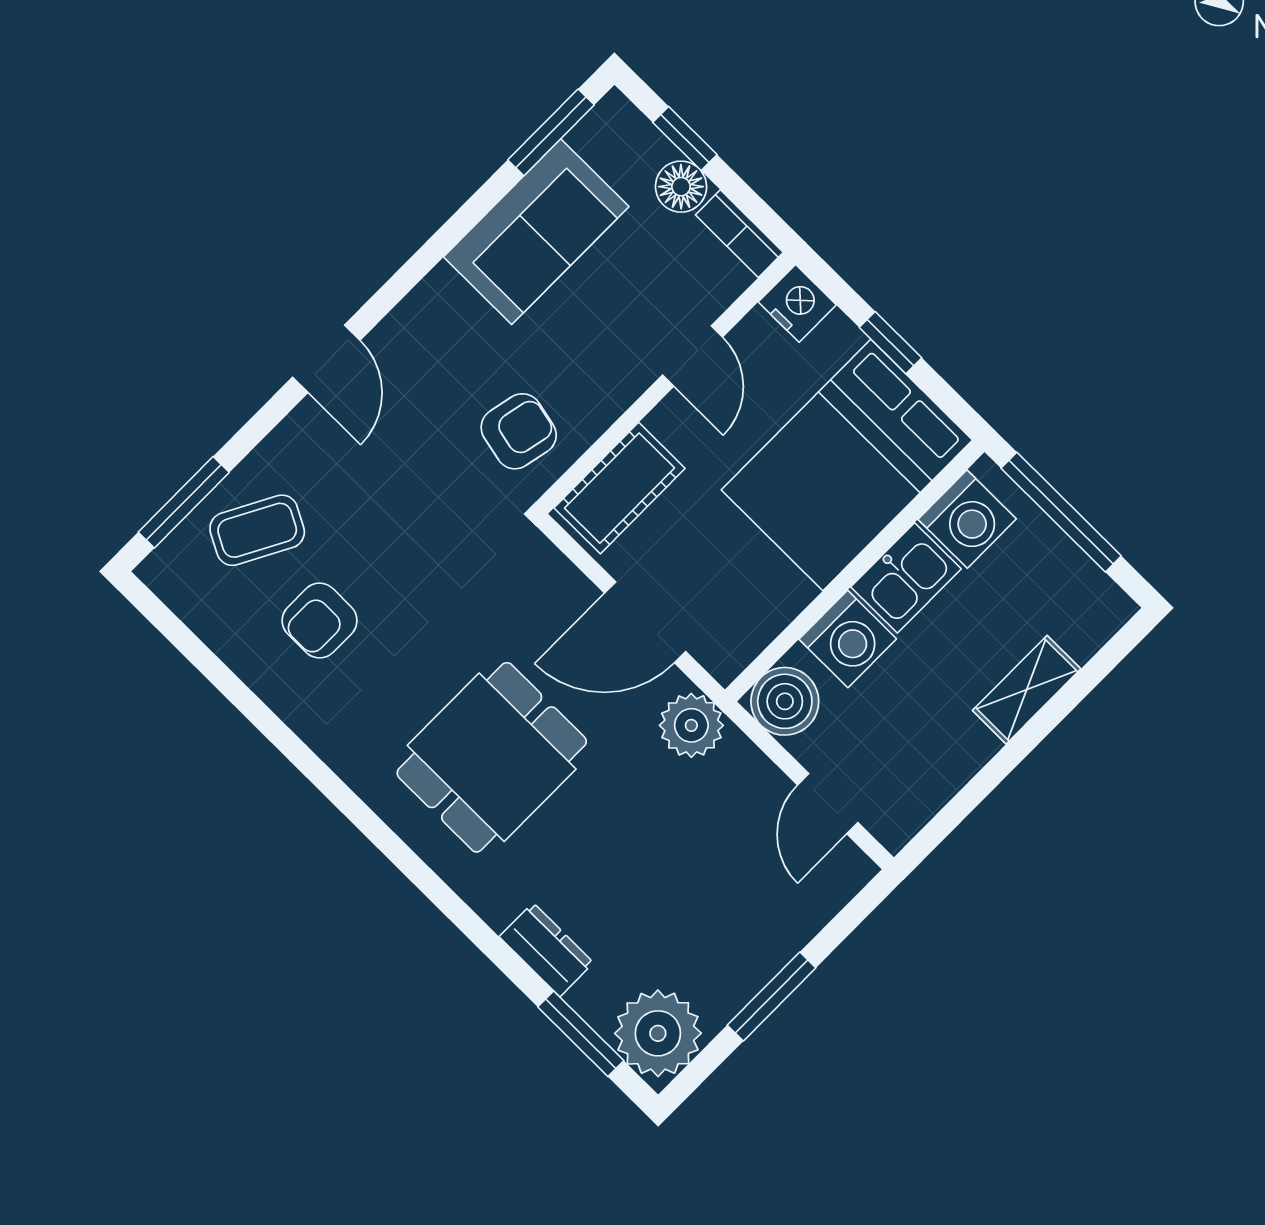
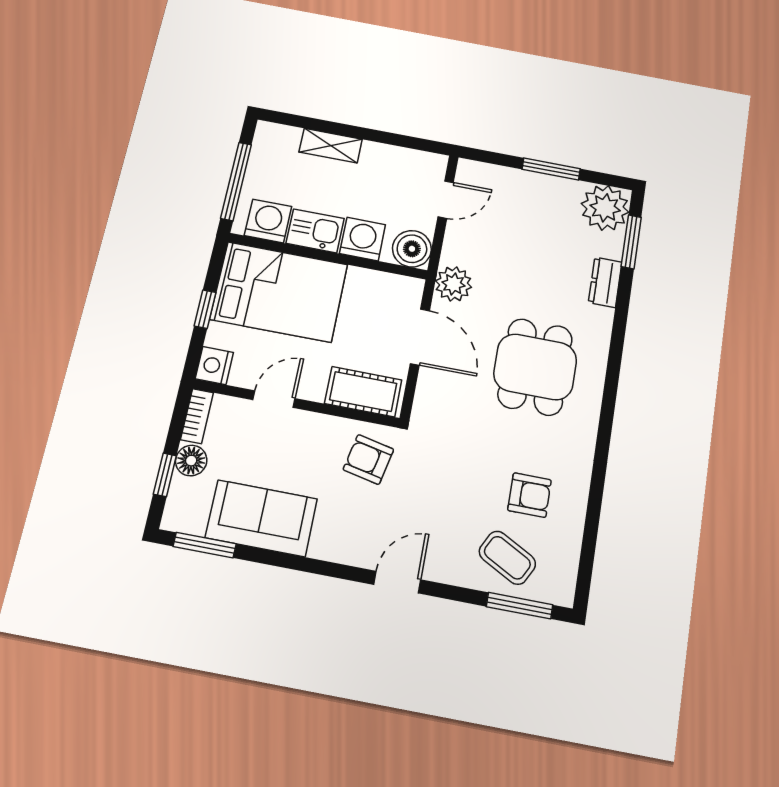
dining table: (492, 757) -> (535, 367), turned 90

